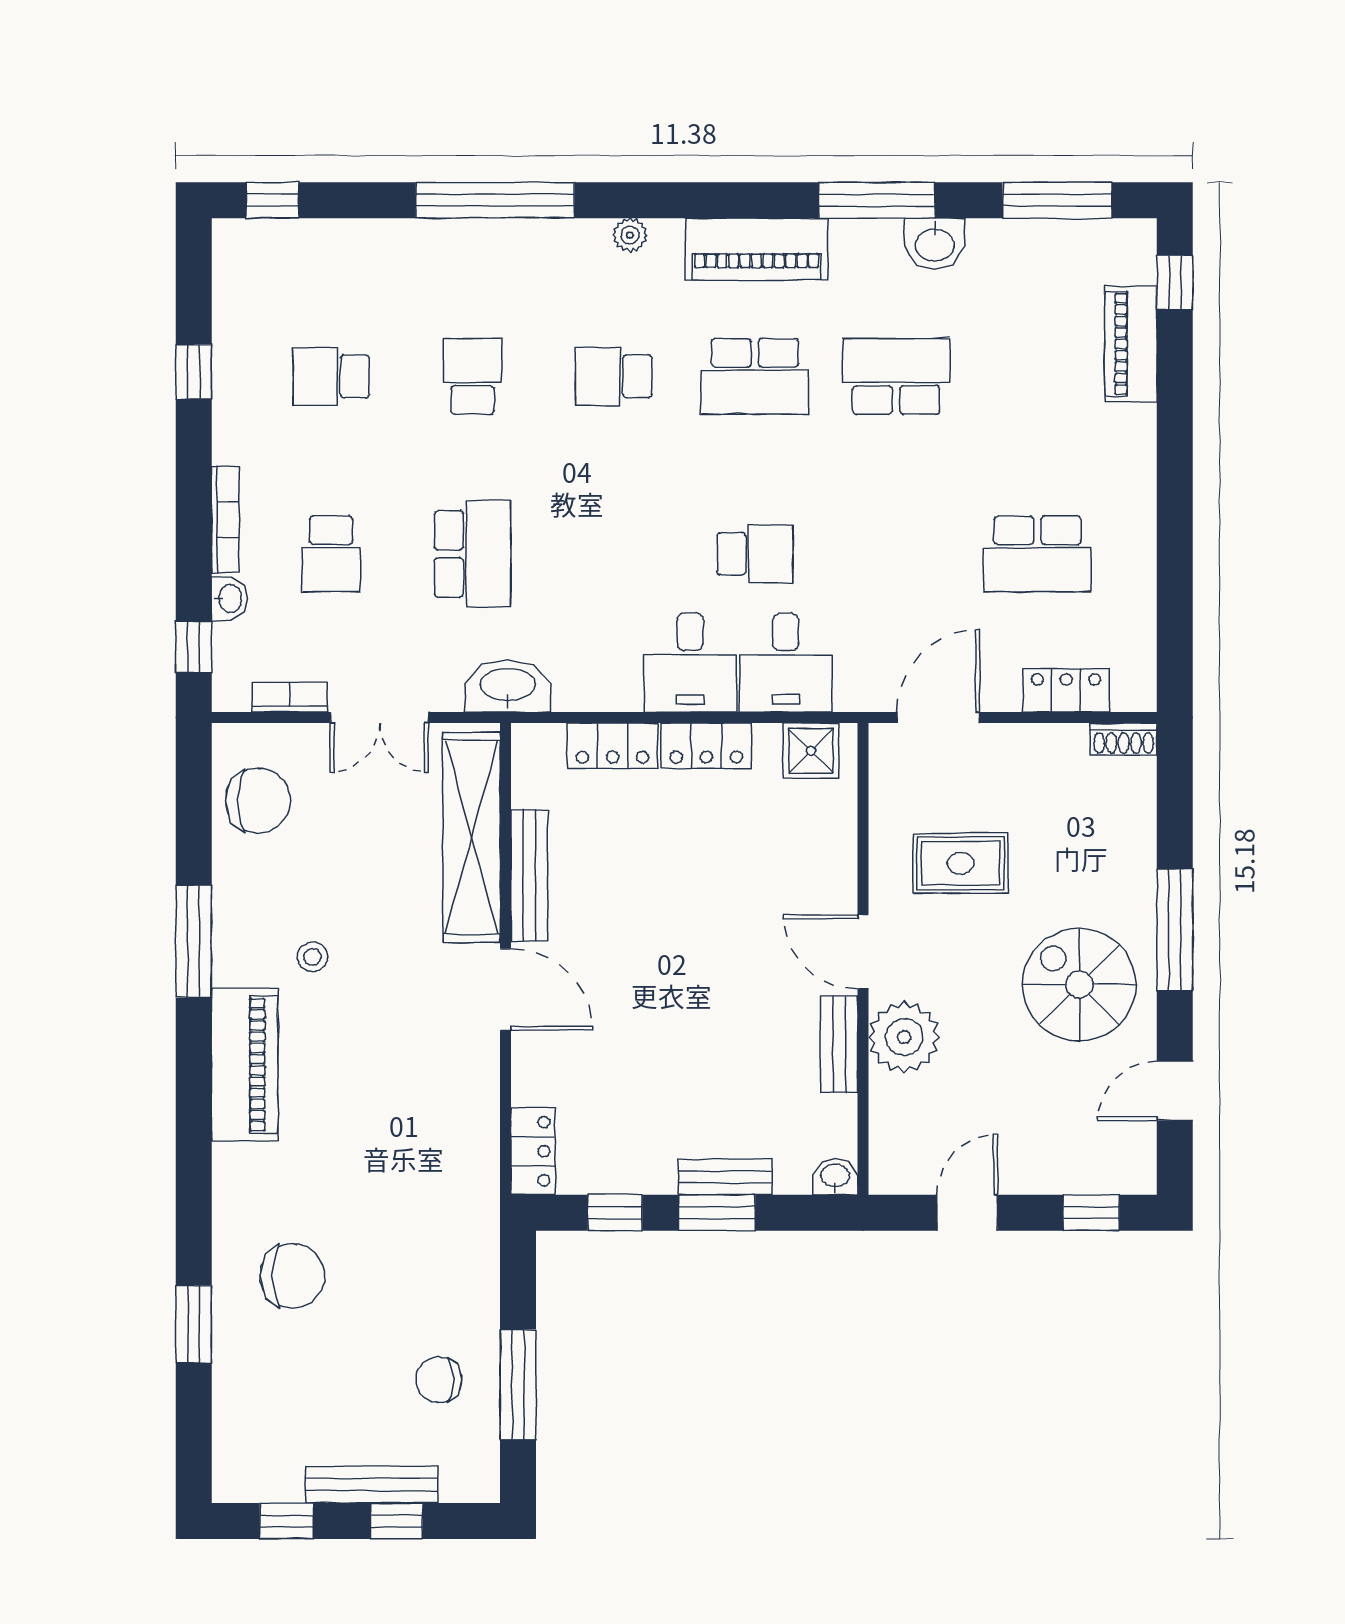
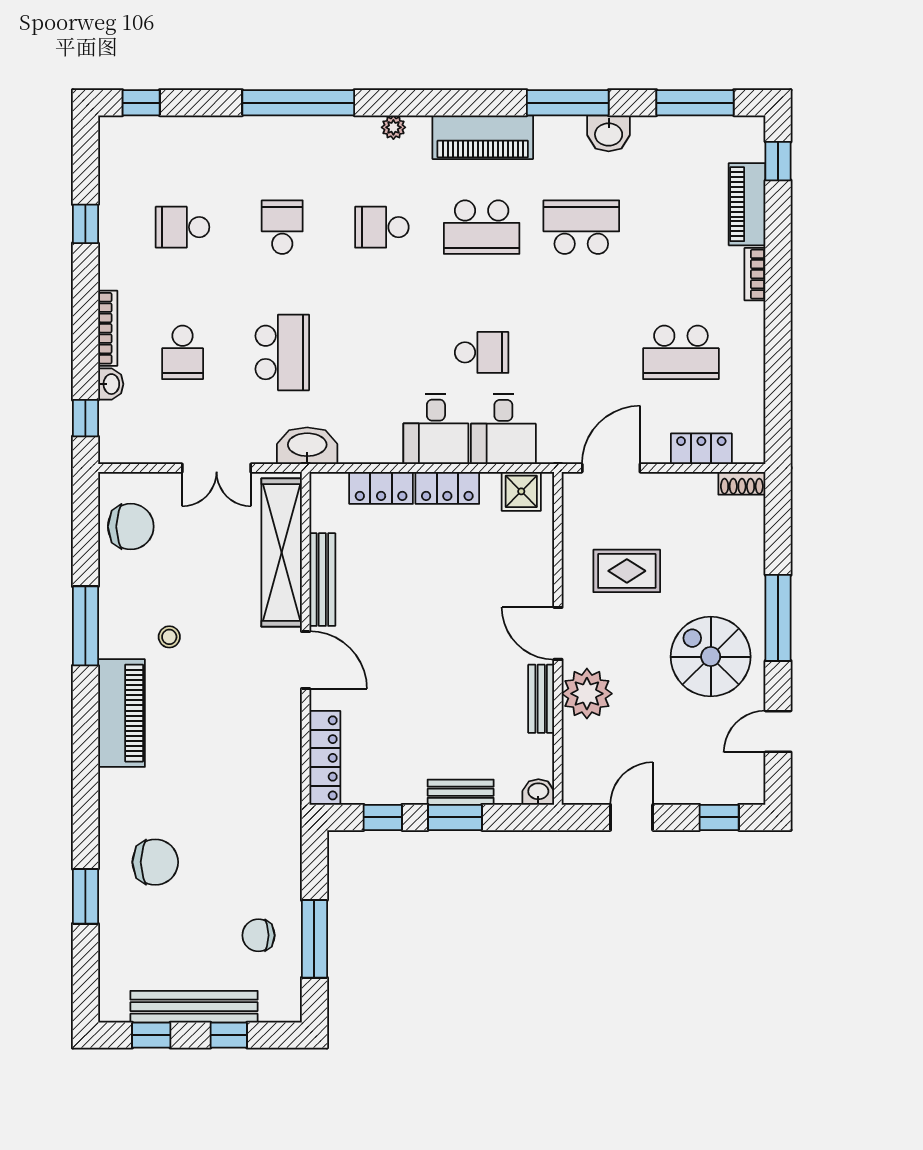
bookcase: (290, 697) -> (755, 274), moved, turned -90
locker: (533, 1151) -> (325, 758), width x1.53
bench: (372, 1485) -> (194, 1007), width x1.37, depth x1.21

